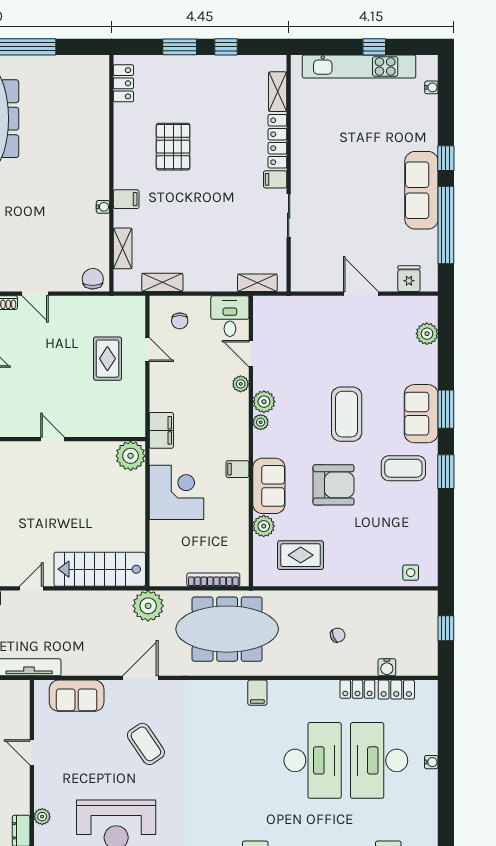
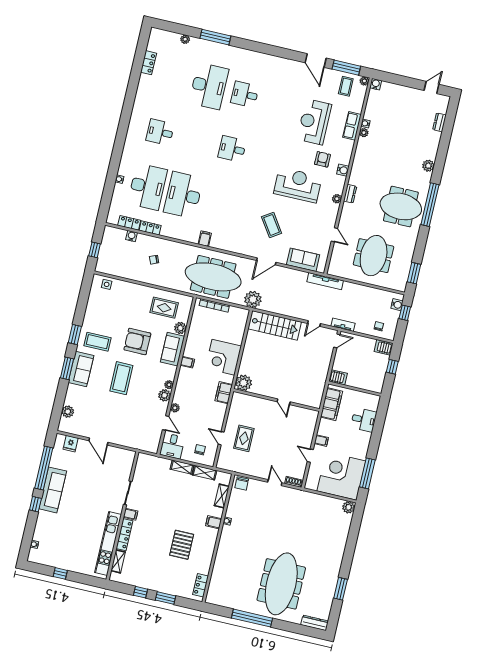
kitchen unit: (359, 66) -> (108, 544), moved, turned -90
shelving: (257, 283) -> (182, 467), moved

